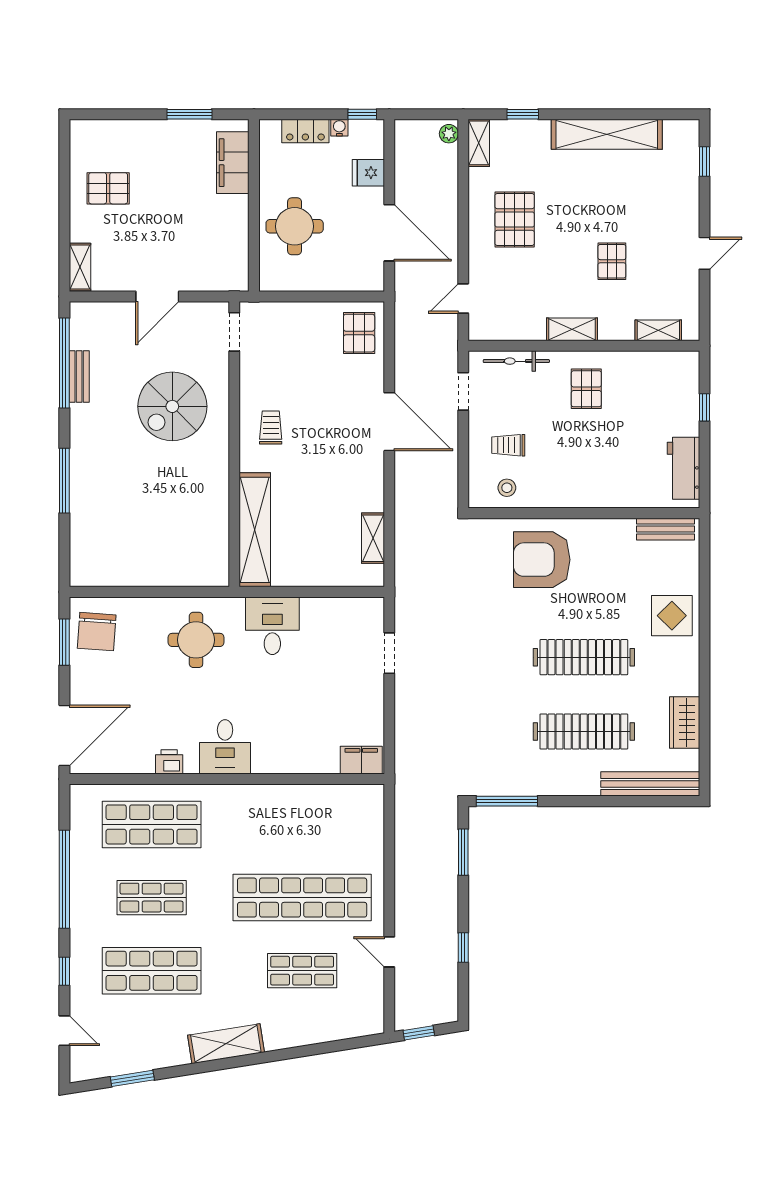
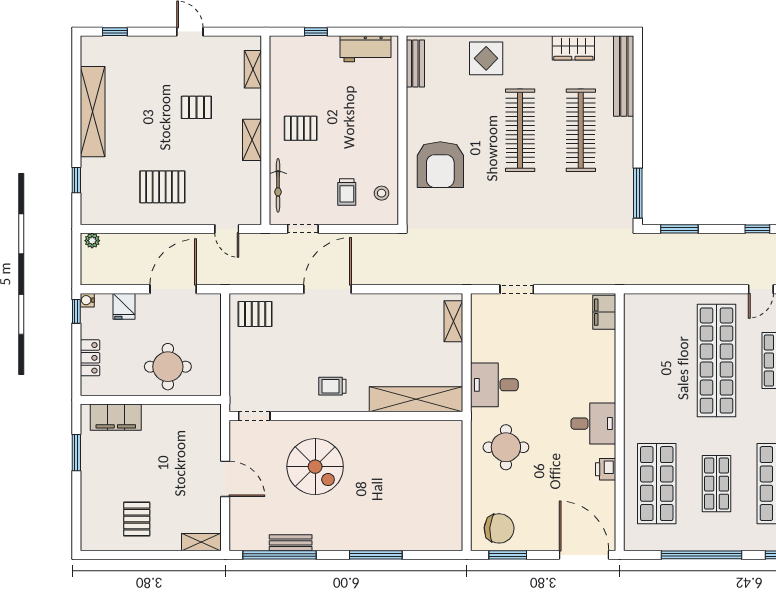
water cooler: (339, 128) -> (87, 300), moved
shelving: (479, 143) -> (100, 216), removed
shelving: (373, 538) -> (453, 321), moved, turned 90

